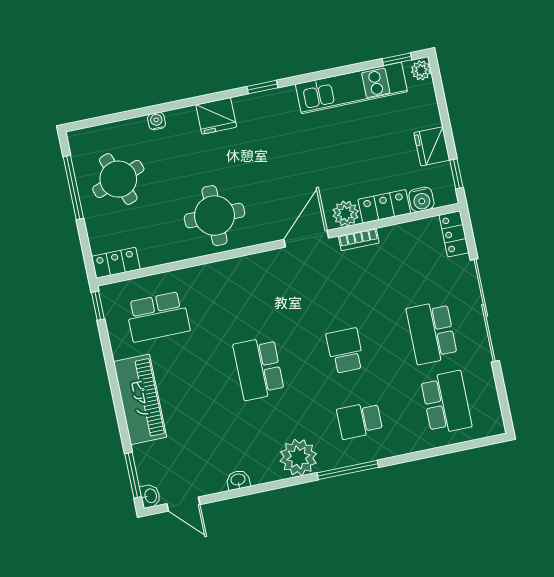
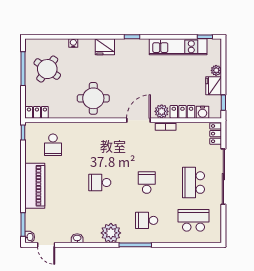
plant: (421, 70) -> (216, 70), moved
round table: (118, 179) -> (47, 69), turned -35
school desk: (158, 317) -> (53, 145), width x0.54
school desk: (259, 369) -> (100, 183), width x0.54
school desk: (446, 402) -> (194, 220), turned -90

